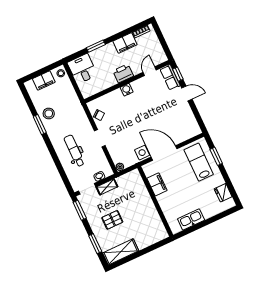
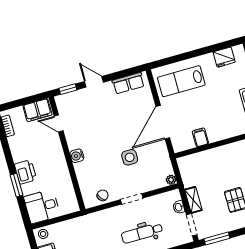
filing cabinet: (125, 43) -> (37, 110), moved, turned 90
printer: (123, 73) -> (25, 172), moved, turned 180
row of seats: (170, 77) -> (128, 83), moved
door: (187, 94) -> (94, 82), hinge flipped
side table: (142, 153) -> (130, 157), moved
window: (216, 156) -> (178, 58), removed
filing cabinet: (157, 184) -> (200, 137), width x0.50

